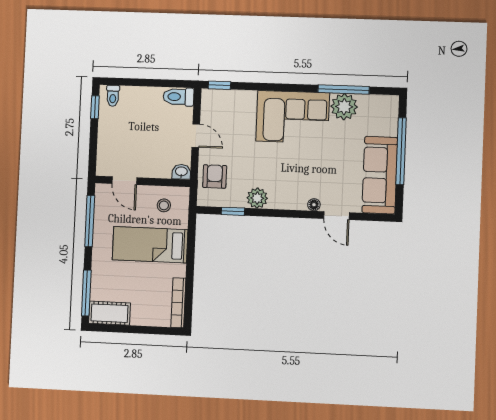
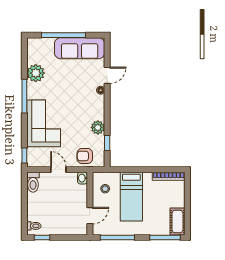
window: (344, 89) -> (24, 96), moved
corner sofa: (293, 117) -> (44, 123), moved
door: (196, 136) -> (58, 170), hinge flipped

